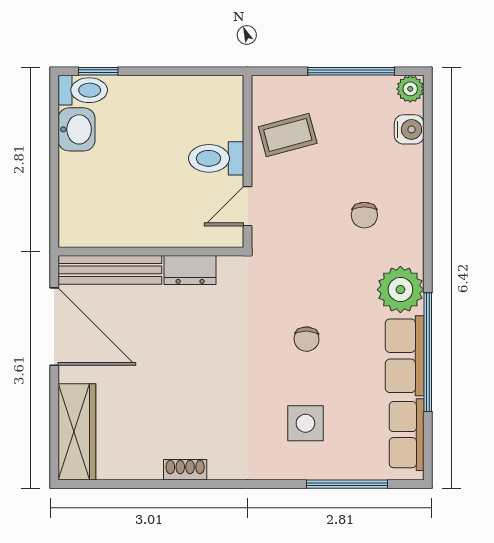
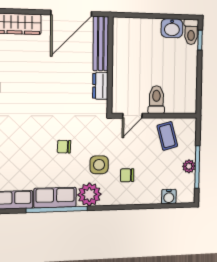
plant: (410, 89) -> (189, 166), moved
door: (248, 206) -> (132, 116), swing flipped
side table: (305, 423) -> (99, 165), moved

